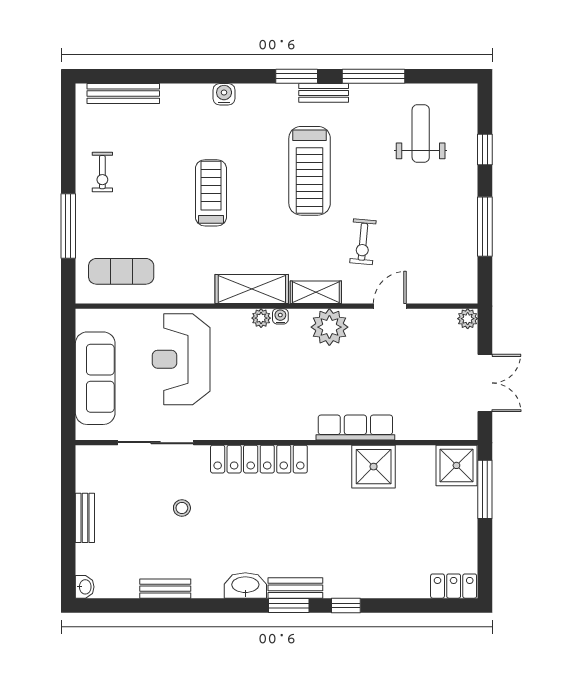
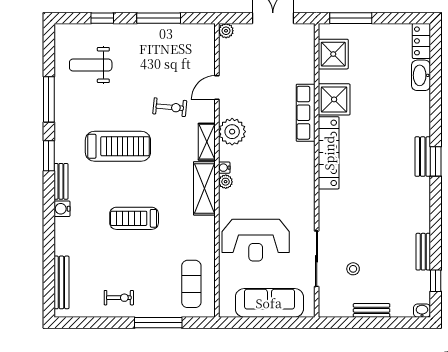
bench: (324, 93) -> (61, 181), moved
door: (390, 306) -> (217, 88), hinge flipped
locker: (259, 459) -> (329, 153), moved
shower: (456, 465) -> (333, 54), moved
stool: (182, 508) -> (353, 269), moved
washbasin: (245, 585) -> (421, 75), moved
window: (346, 605) -> (436, 281), moved

